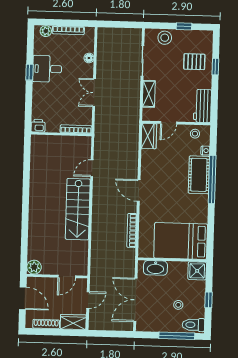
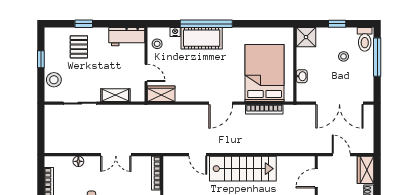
bed: (181, 241) -> (265, 73), moved, turned 180
washbasin: (155, 268) -> (302, 76), width x0.52, depth x0.69
door: (67, 276) -> (316, 178), swing flipped

